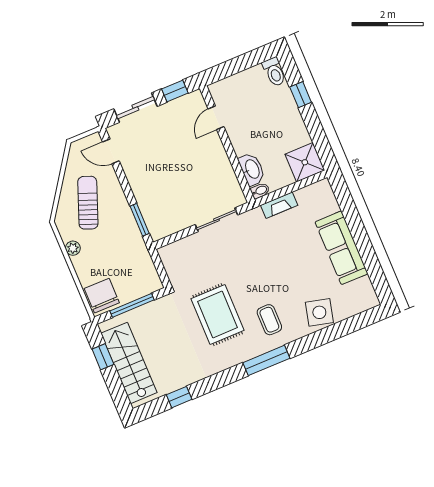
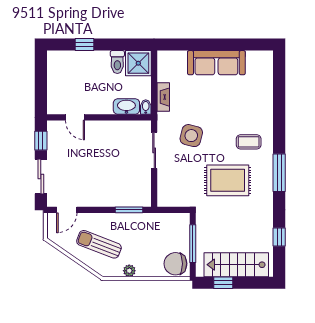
toilet: (274, 72) -> (117, 62), moved, turned 90
side table: (319, 312) -> (191, 136), moved
window: (266, 360) -> (279, 173), moved

